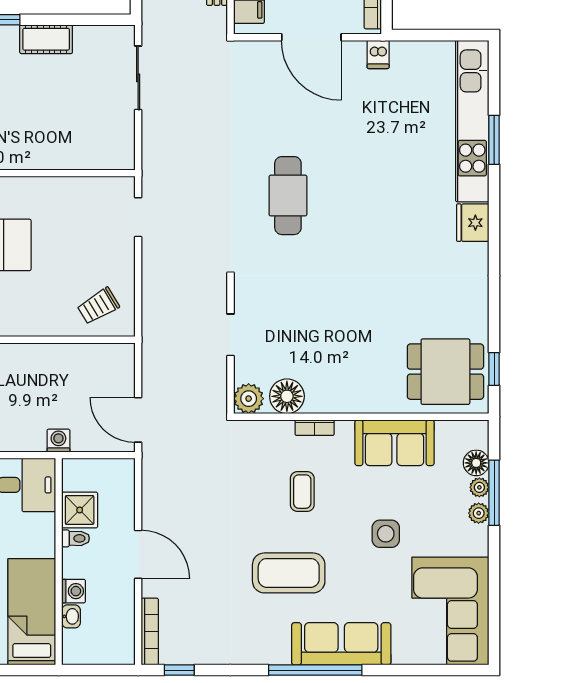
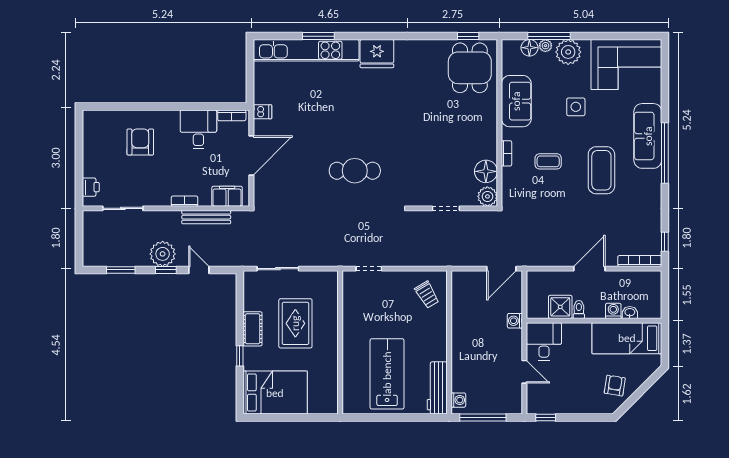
rug: (54, 105) -> (295, 323), added
fridge: (473, 223) -> (377, 54), width x1.36, depth x1.34
plant: (479, 513) -> (568, 52), width x1.88, depth x1.88

